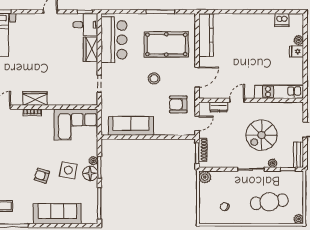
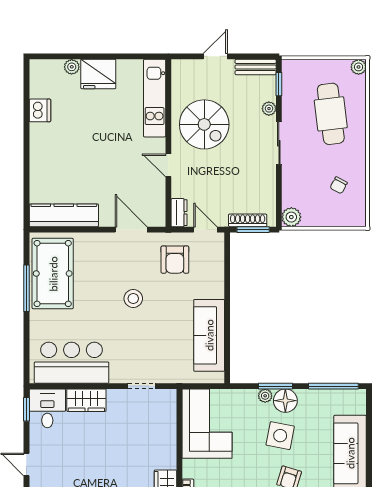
dishwasher: (282, 20) -> (40, 110), moved
pool table: (166, 44) -> (53, 274), moved
fridge: (296, 51) -> (98, 74), width x1.88, depth x1.34
dresser: (219, 107) -> (179, 213), moved
spiral stairs: (261, 135) -> (204, 124), moved

